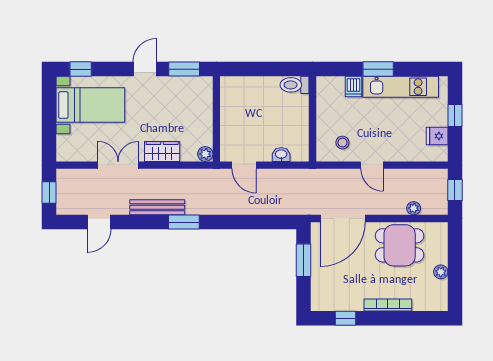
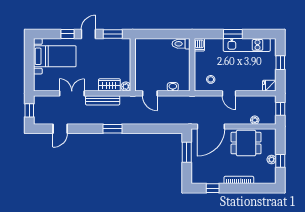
window: (81, 69) -> (68, 34), moved
dishwasher: (354, 87) -> (199, 45), moved
fridge: (437, 136) -> (269, 86), moved
wardrobe: (162, 151) -> (109, 85), moved
bench: (157, 207) -> (103, 100), moved
window: (455, 274) -> (280, 161), added

